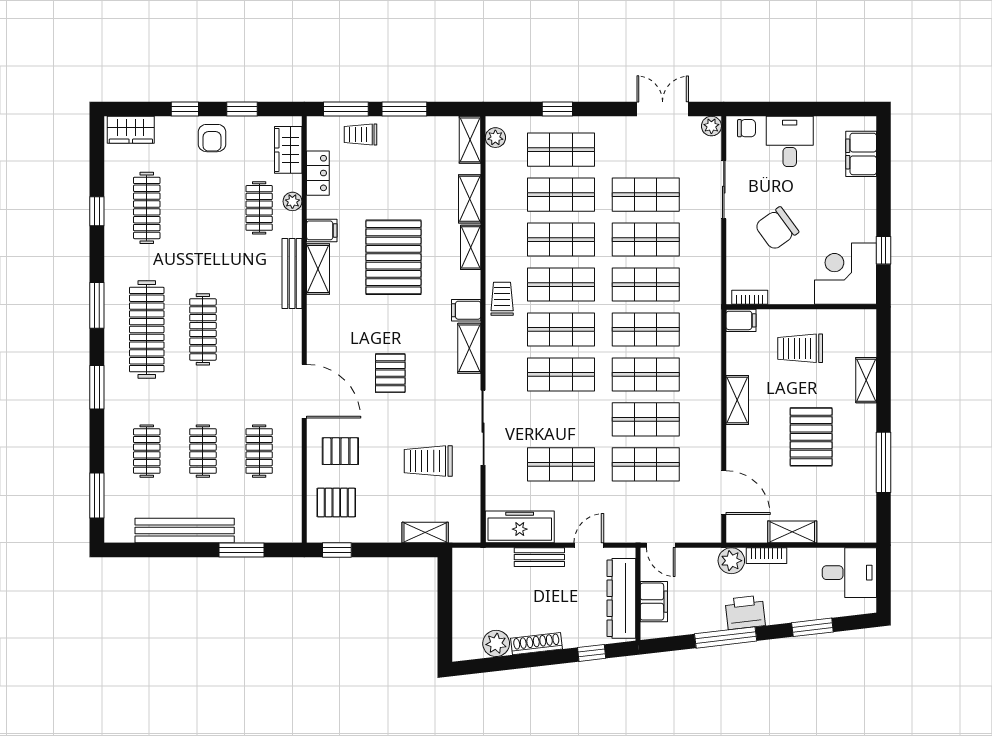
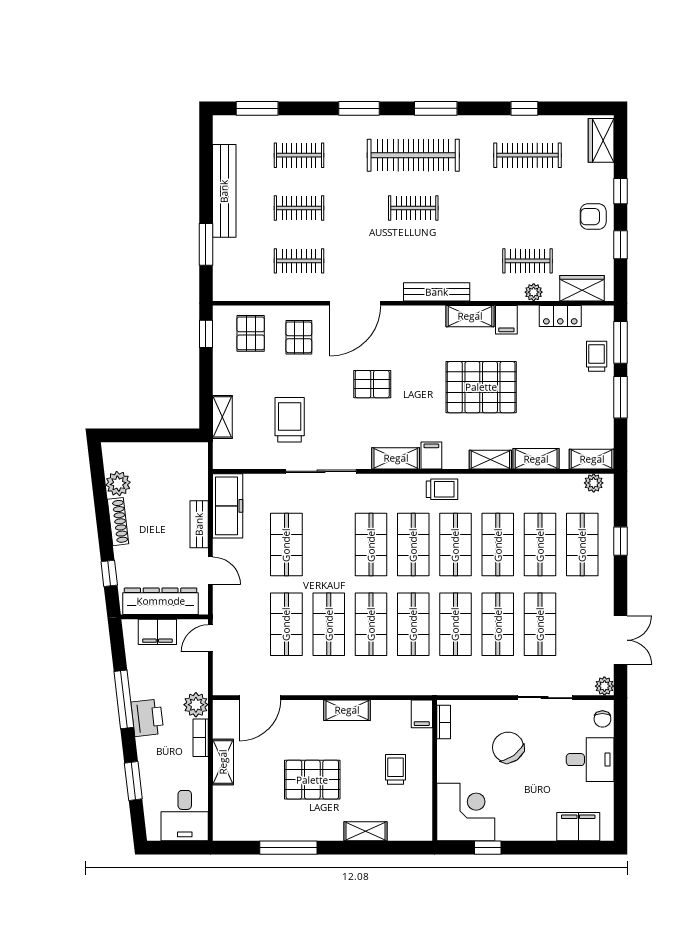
bench: (292, 273) -> (437, 292), moved
clothes rail: (203, 329) -> (413, 208), width x0.73
trolley: (800, 348) -> (396, 769), width x0.73, depth x0.72

